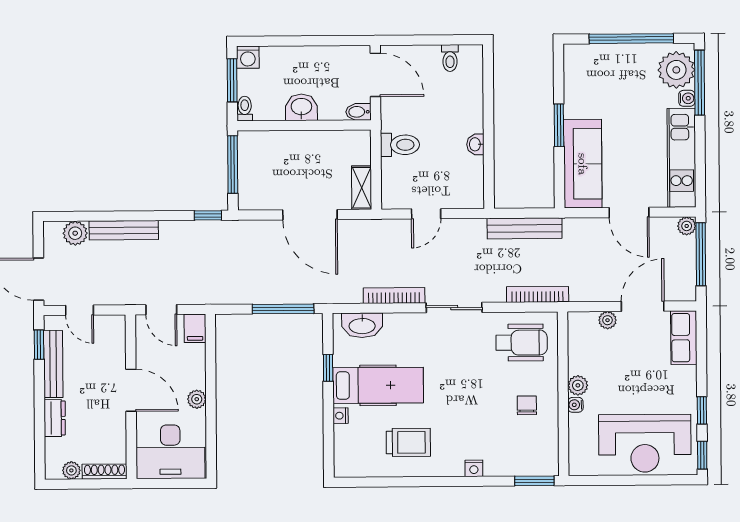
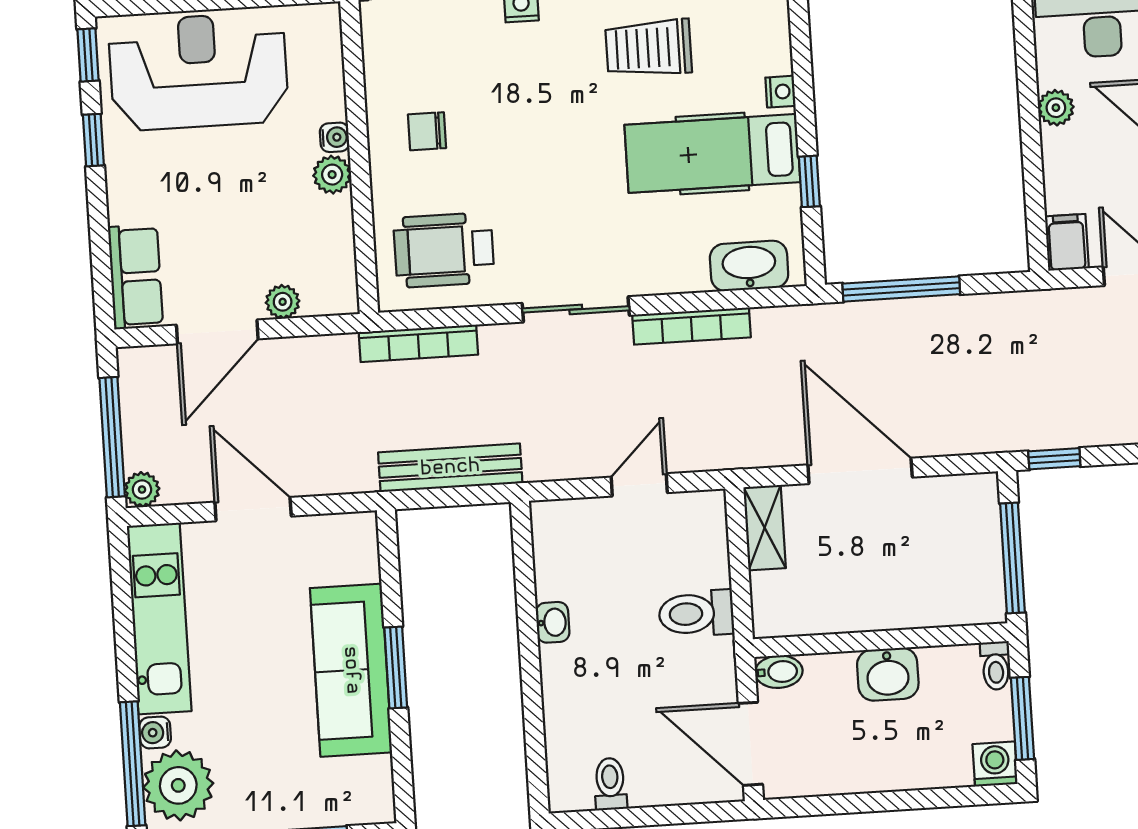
sofa: (583, 164) -> (351, 670), moved
chair: (527, 405) -> (427, 131), turned 90

